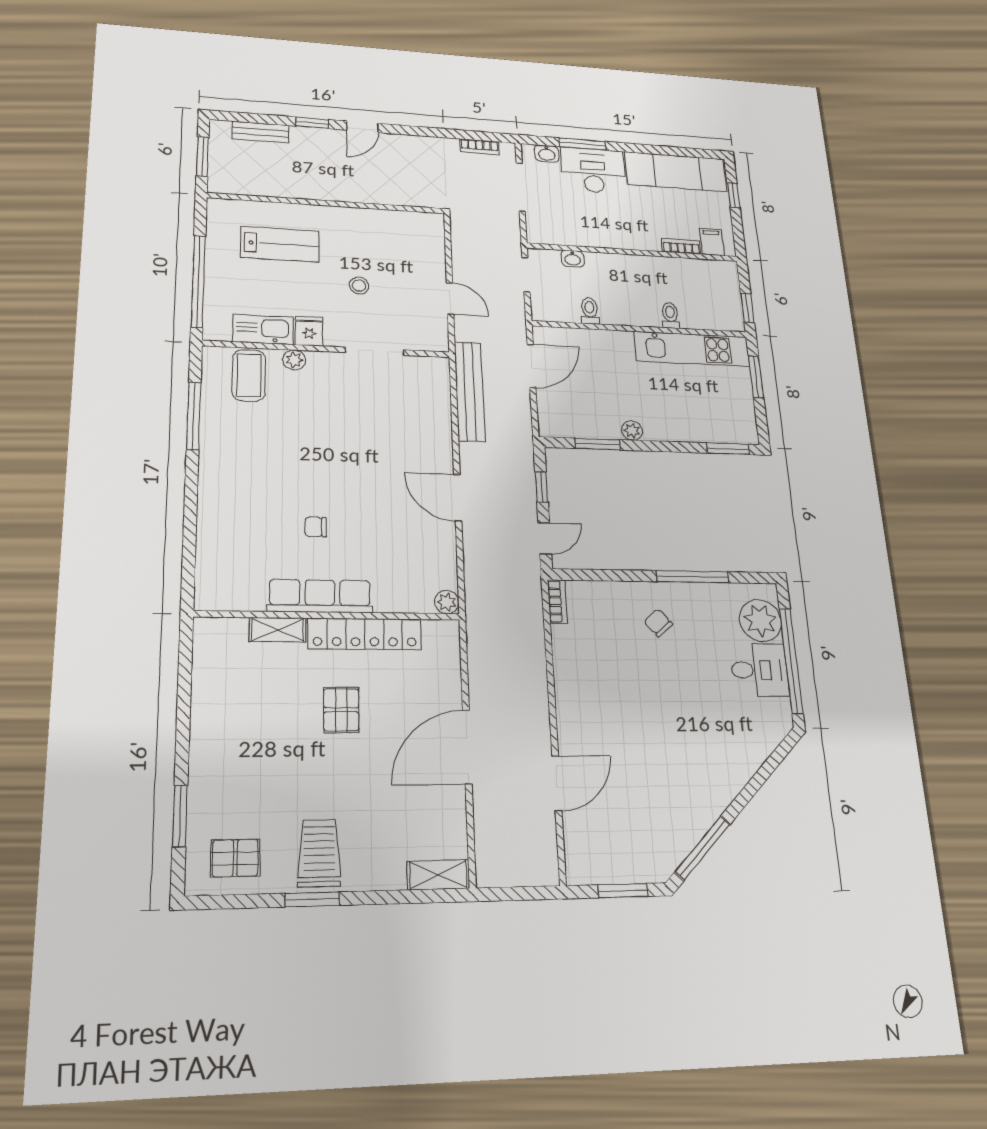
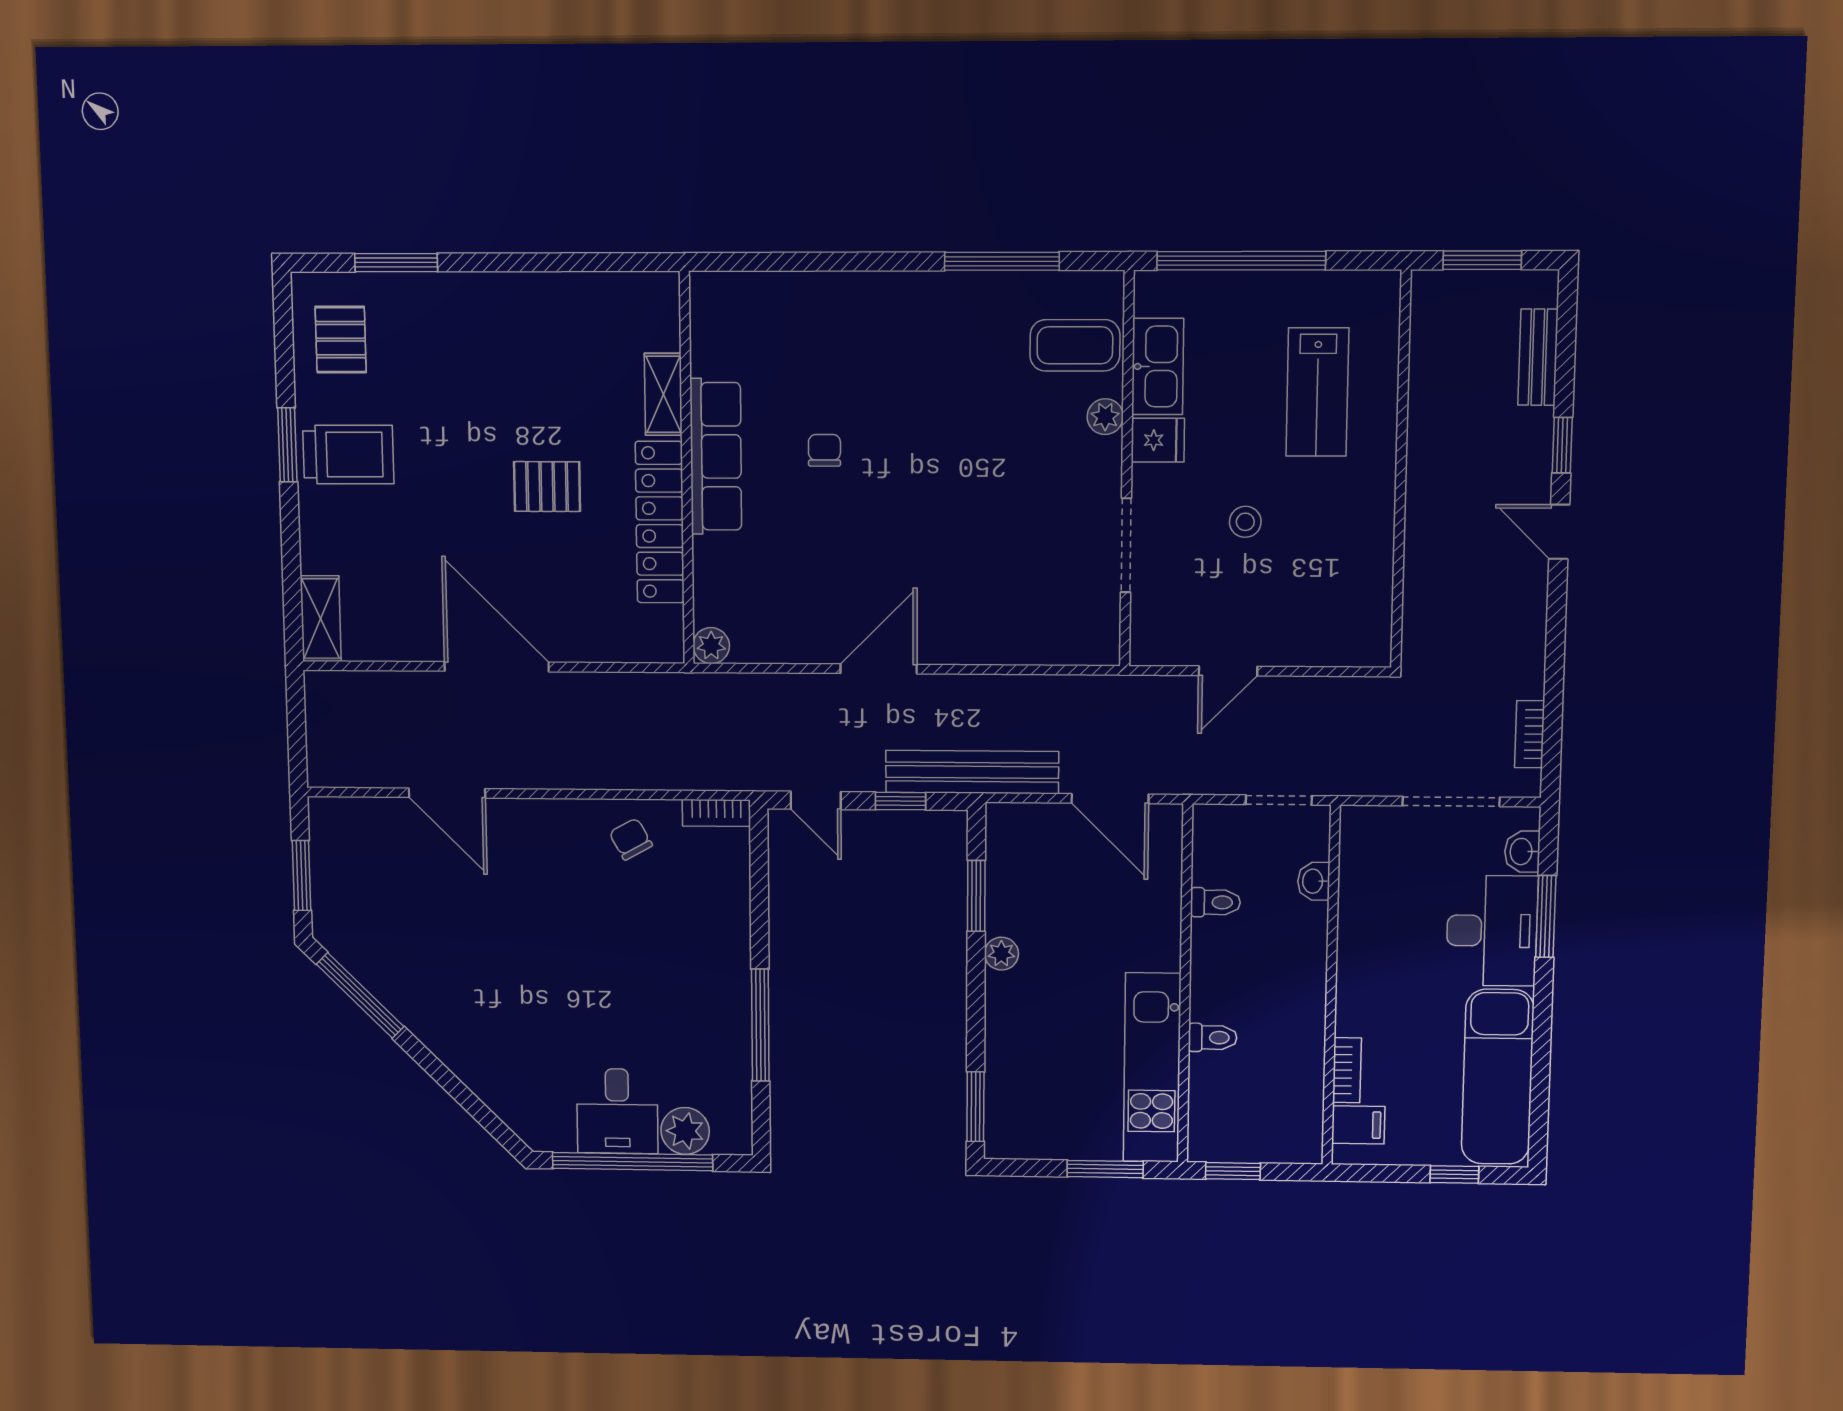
bench: (470, 391) -> (972, 772), moved
plant: (760, 620) -> (685, 1131), width x0.73, depth x0.73
chair: (658, 623) -> (631, 839), moved, turned -78

